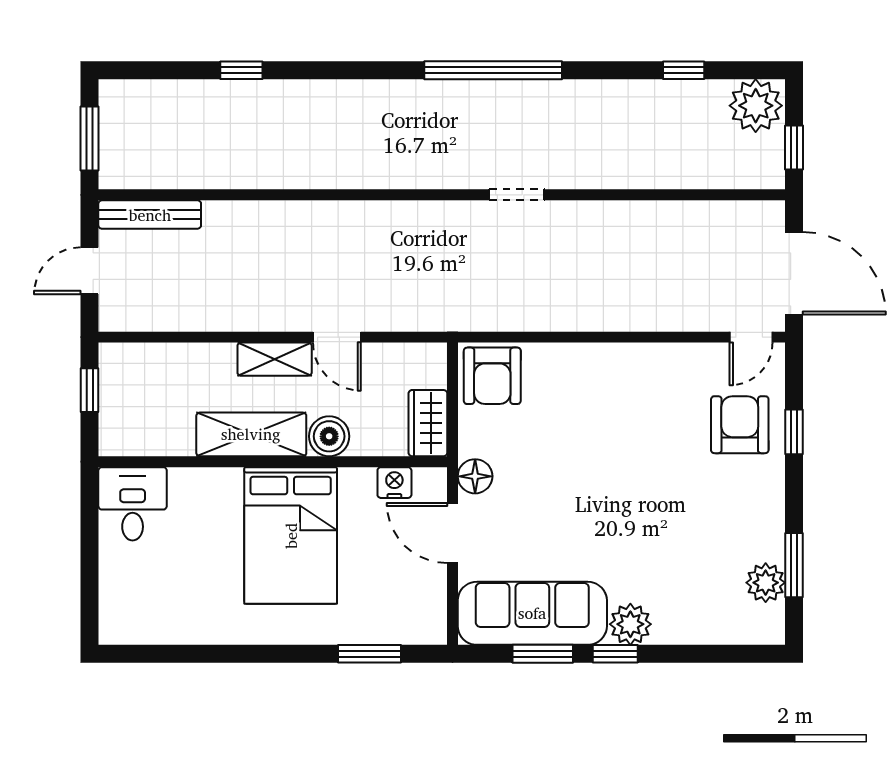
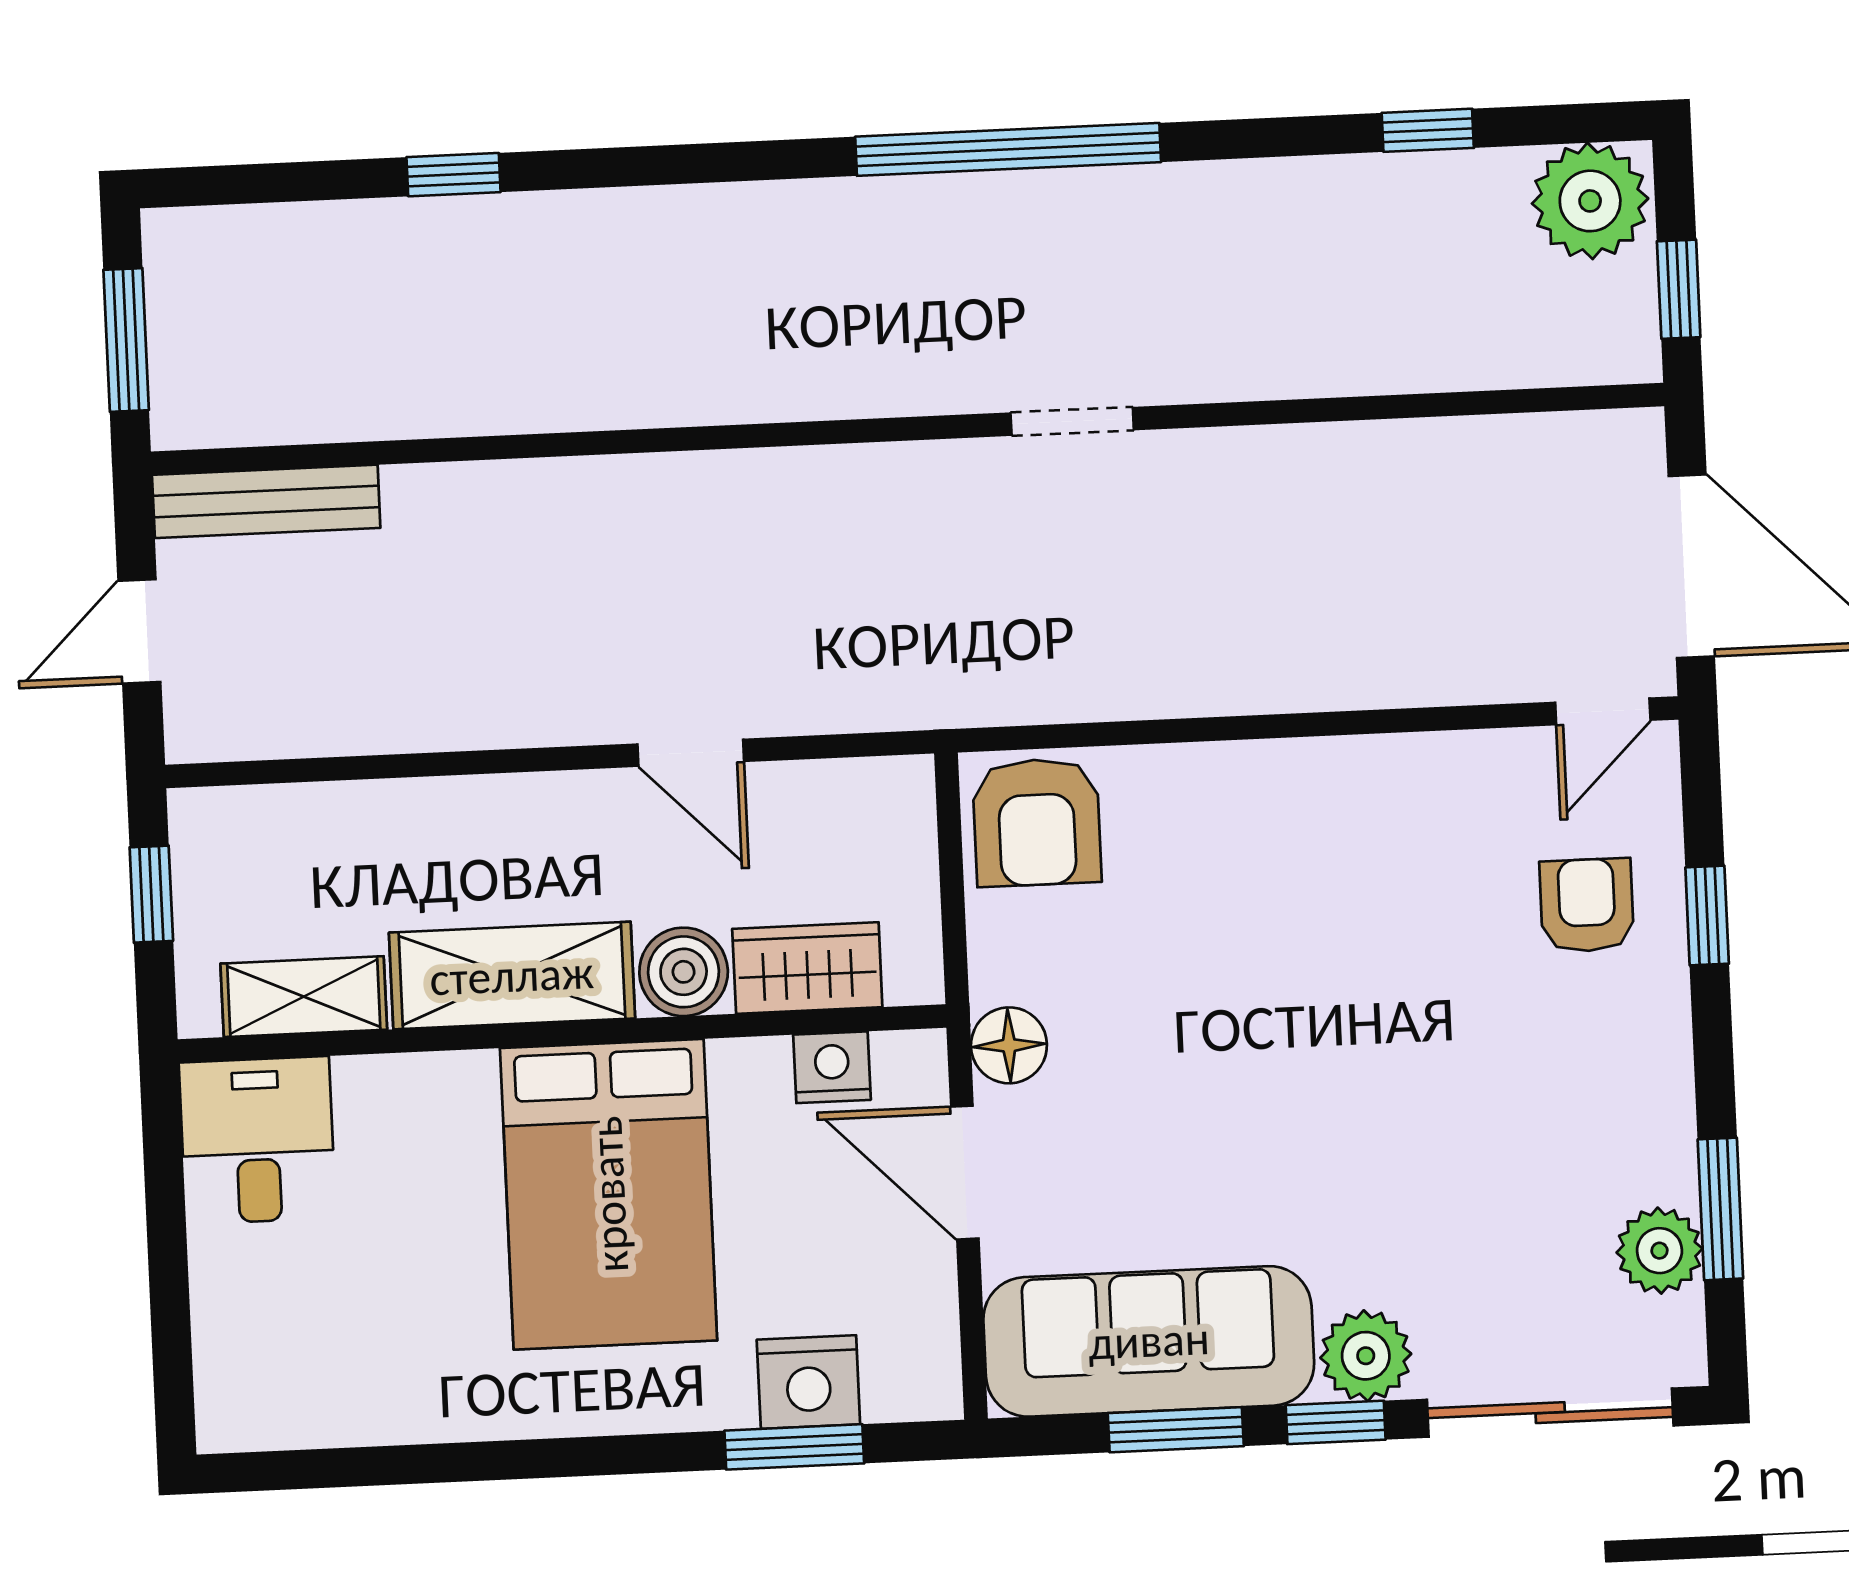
shelving: (275, 359) -> (304, 997), moved
wardrobe: (428, 423) -> (807, 968), moved, turned 90
armchair: (740, 425) -> (1587, 905), width x0.72, depth x0.72
nightstand: (377, 625) -> (808, 1382), added
sliding door: (713, 654) -> (1550, 1413), added

